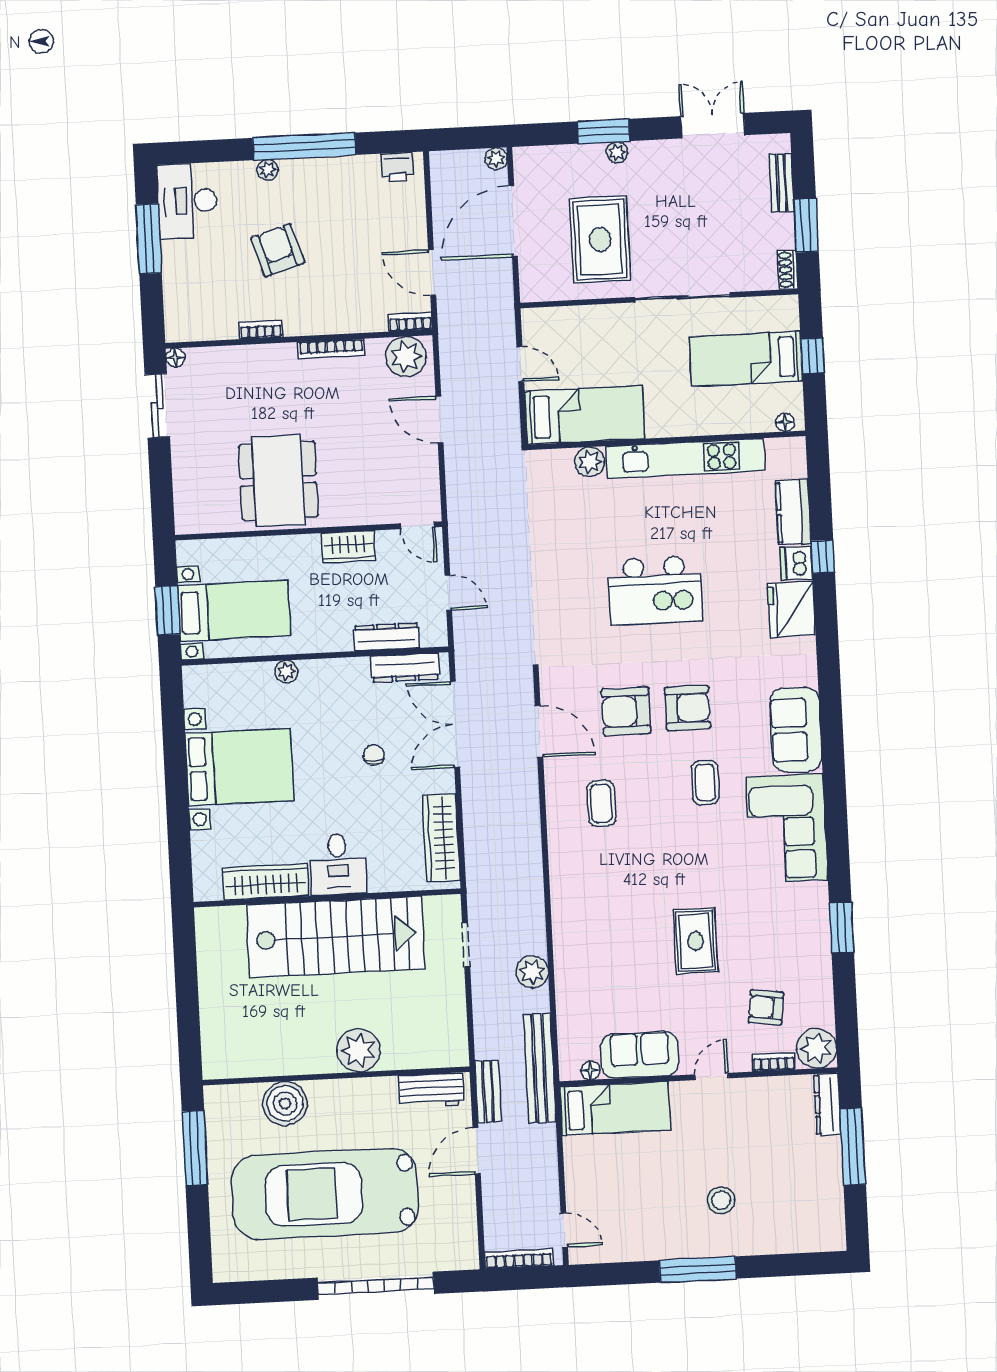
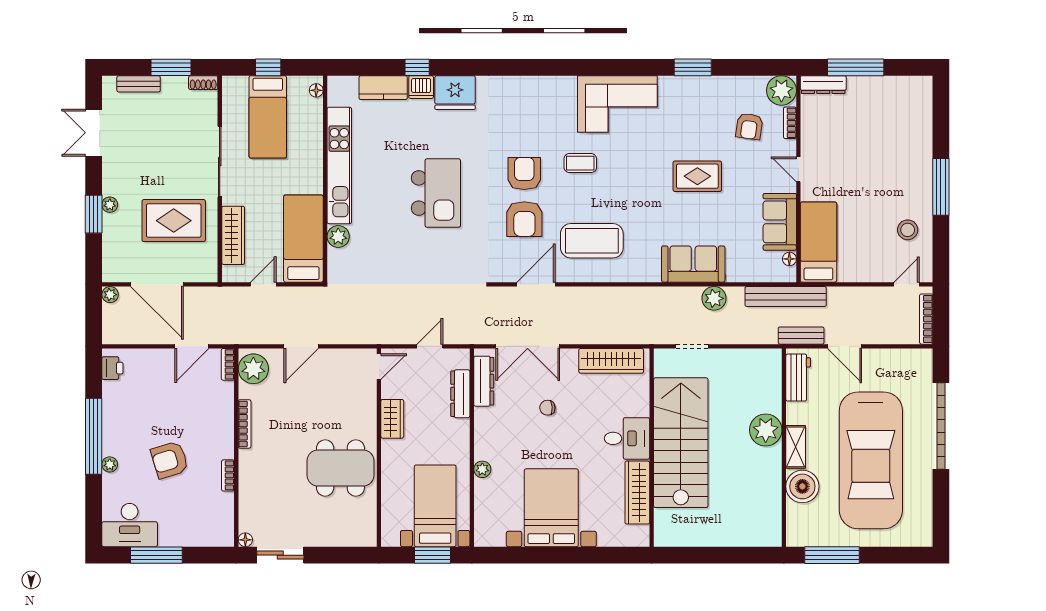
wardrobe: (584, 320) -> (233, 235), added
sofa: (796, 730) -> (693, 264), moved, turned 180
coffee table: (601, 803) -> (592, 241), width x1.86, depth x1.72
shelving: (338, 1092) -> (796, 447), added
stool: (721, 1200) -> (908, 230), moved

